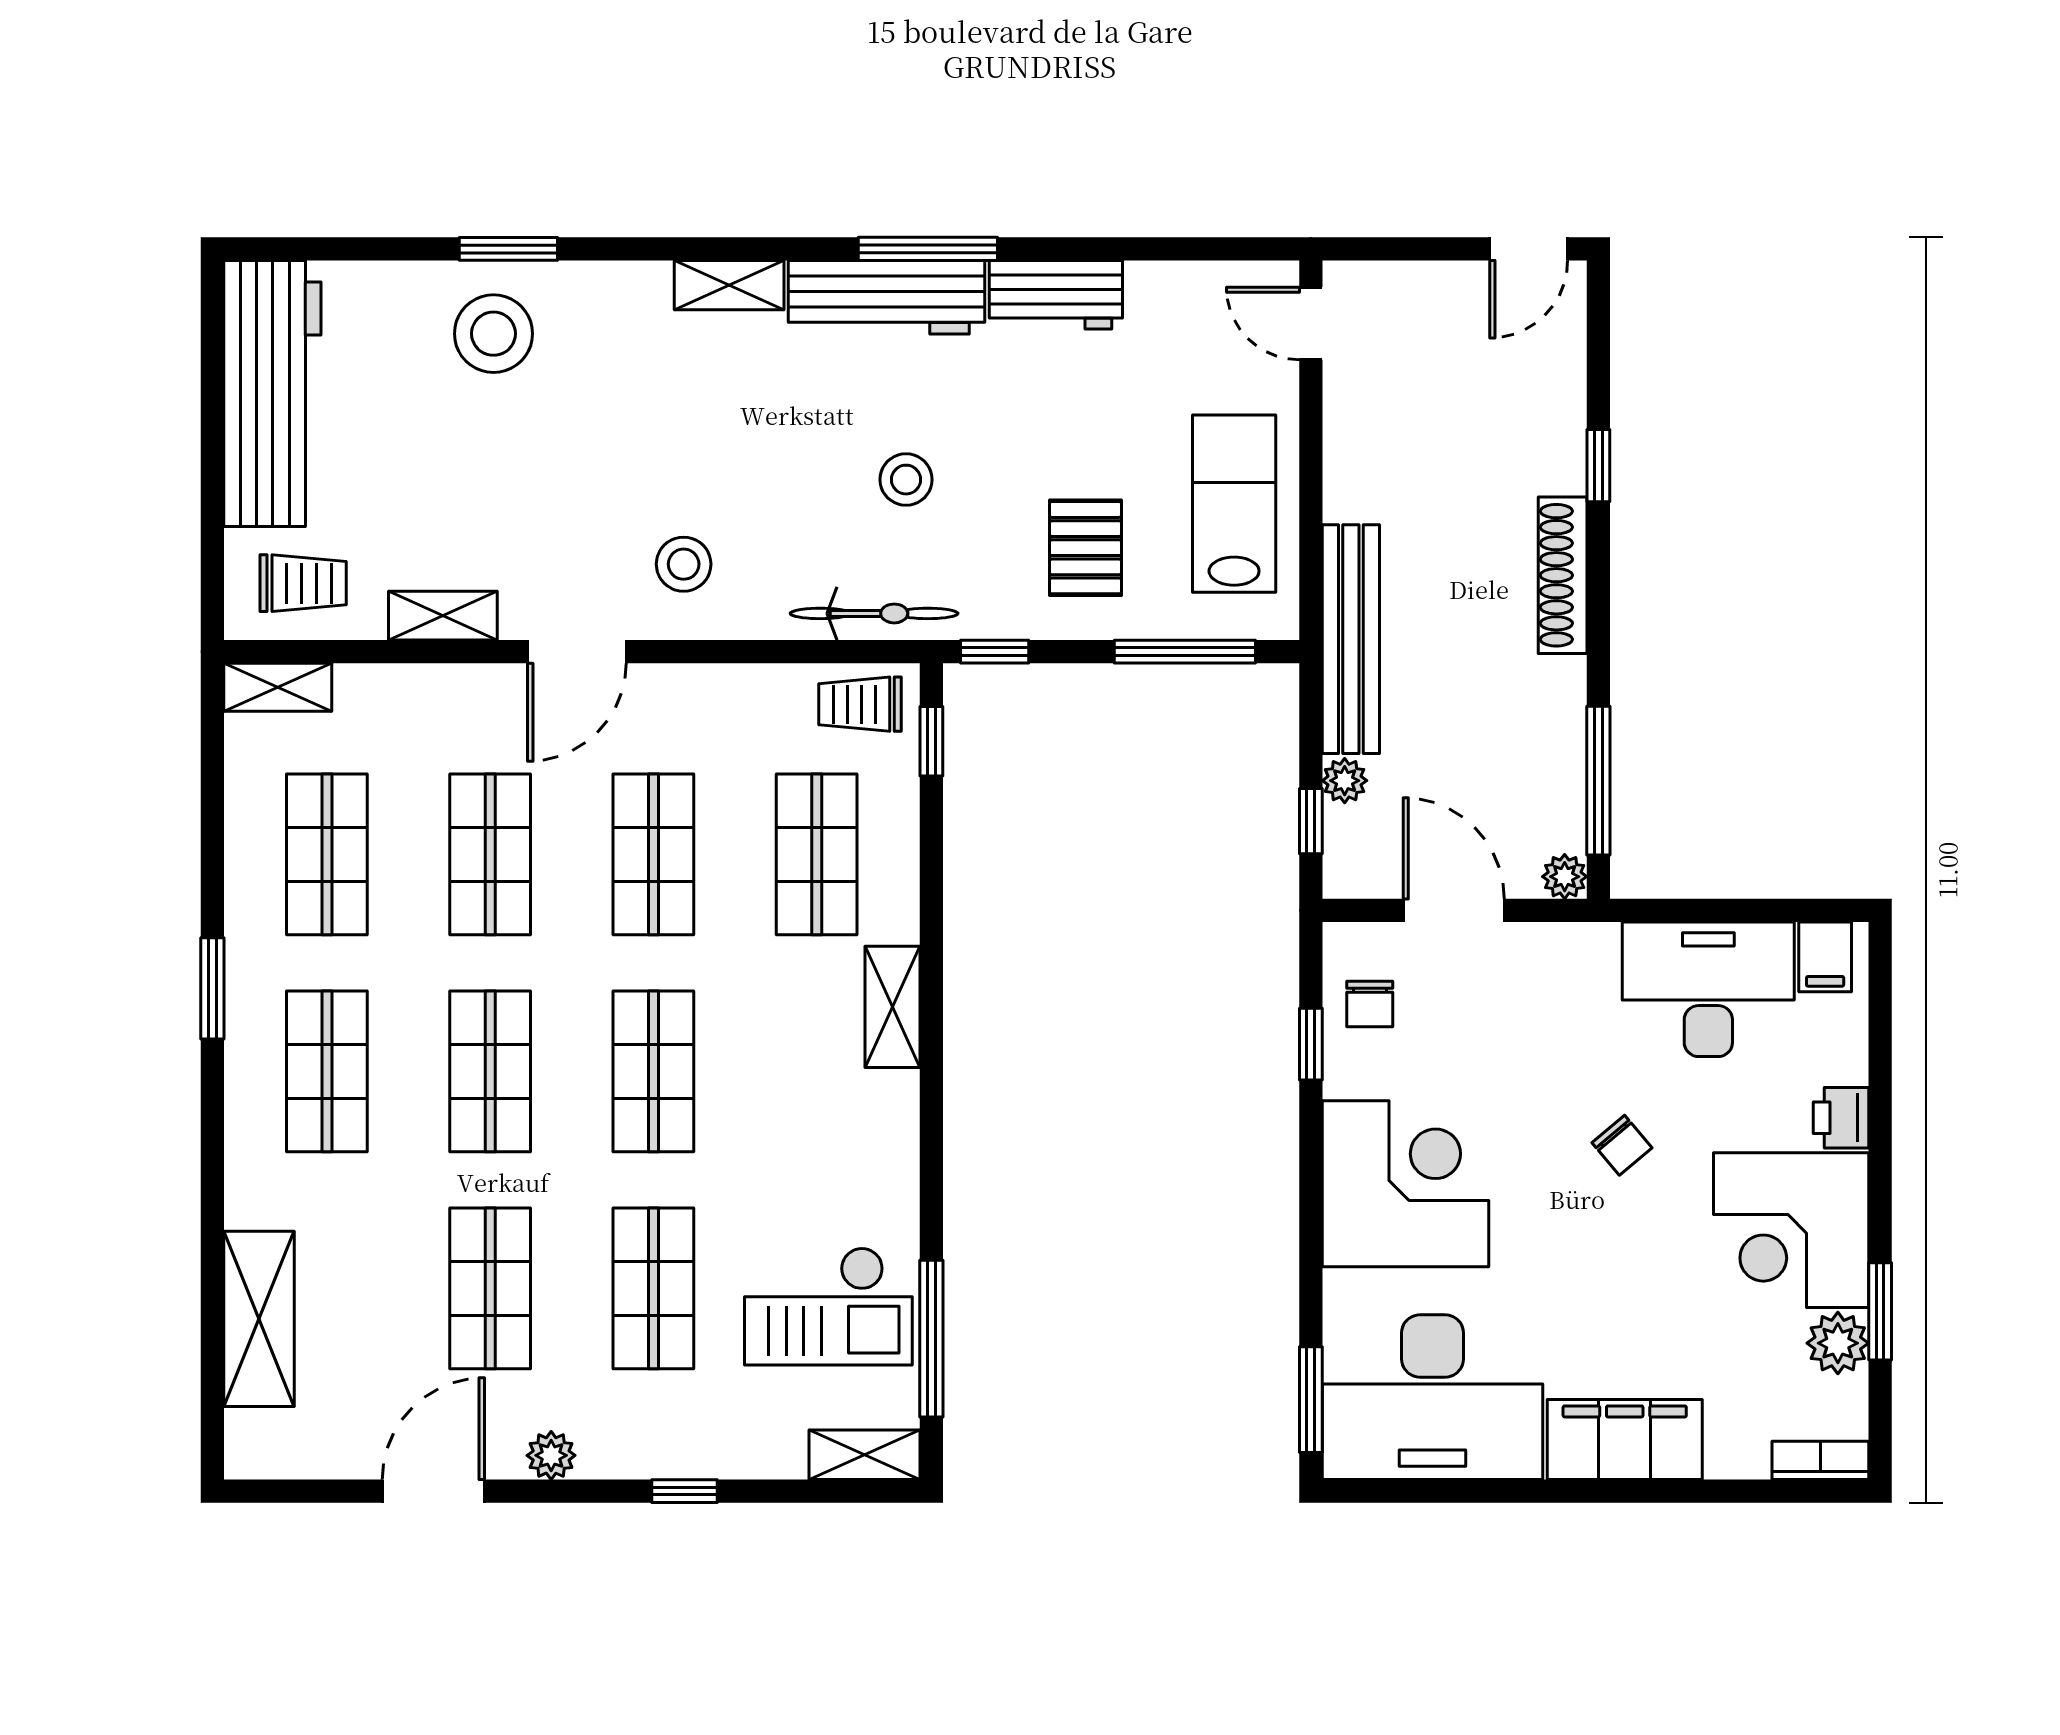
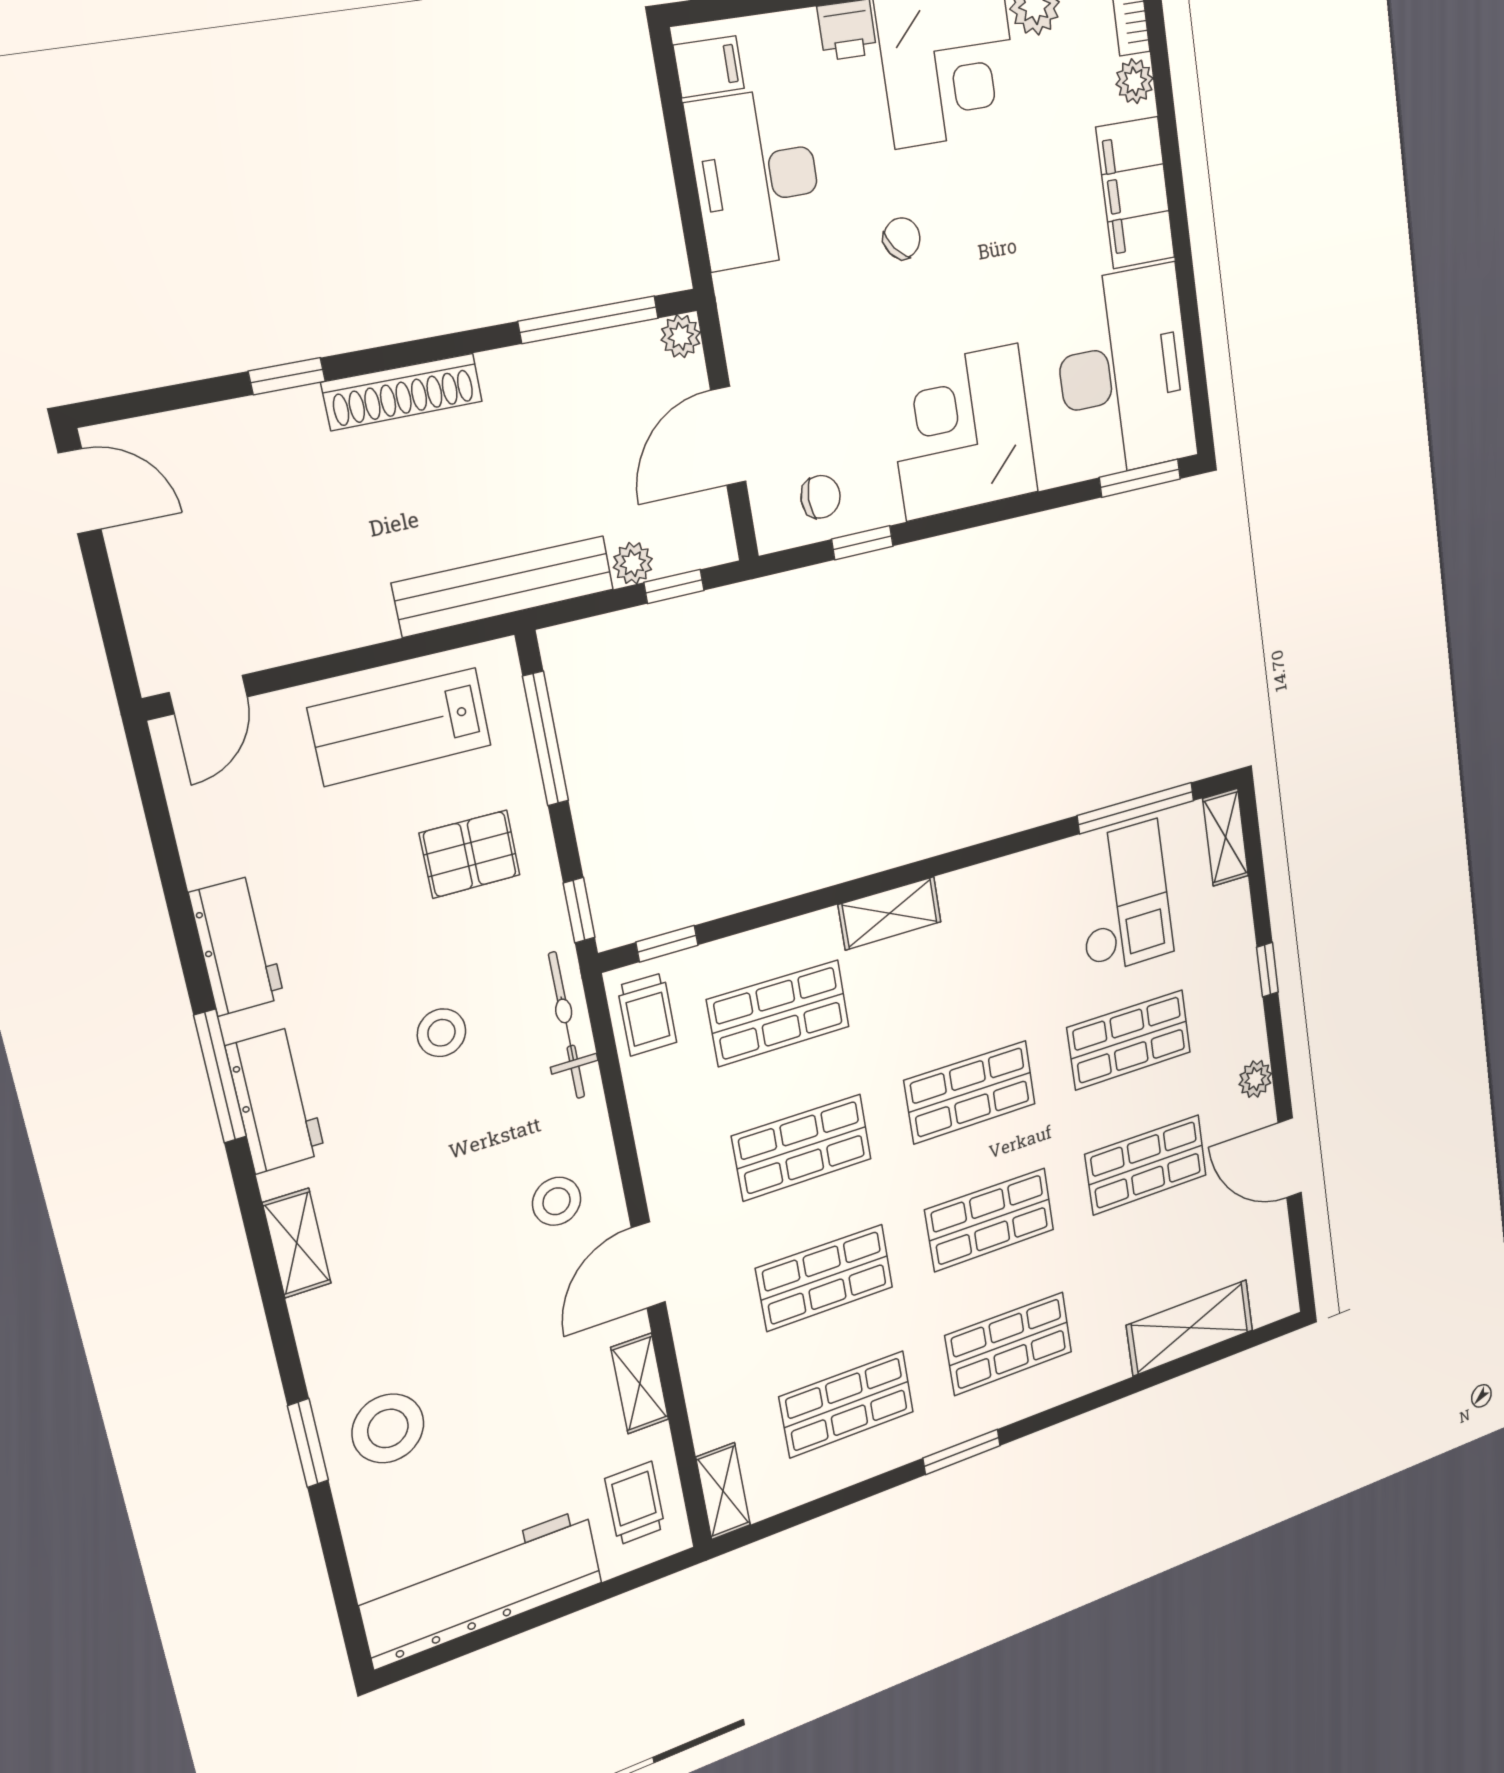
workbench: (887, 297) -> (276, 1100), width x0.73
door: (577, 652) -> (648, 1265), swing flipped
plant: (1743, 1456) -> (1134, 81), added

